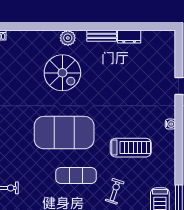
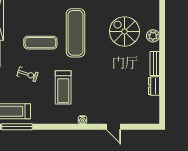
spiral stairs: (62, 73) -> (124, 31), turned 90
exercise mat: (64, 133) -> (76, 33), width x0.68
exercise mat: (76, 176) -> (40, 43), turned 90

